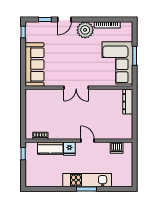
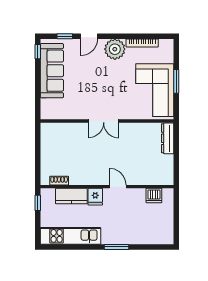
sofa: (35, 65) -> (52, 71), moved
kitchen unit: (87, 180) -> (70, 236), moved

